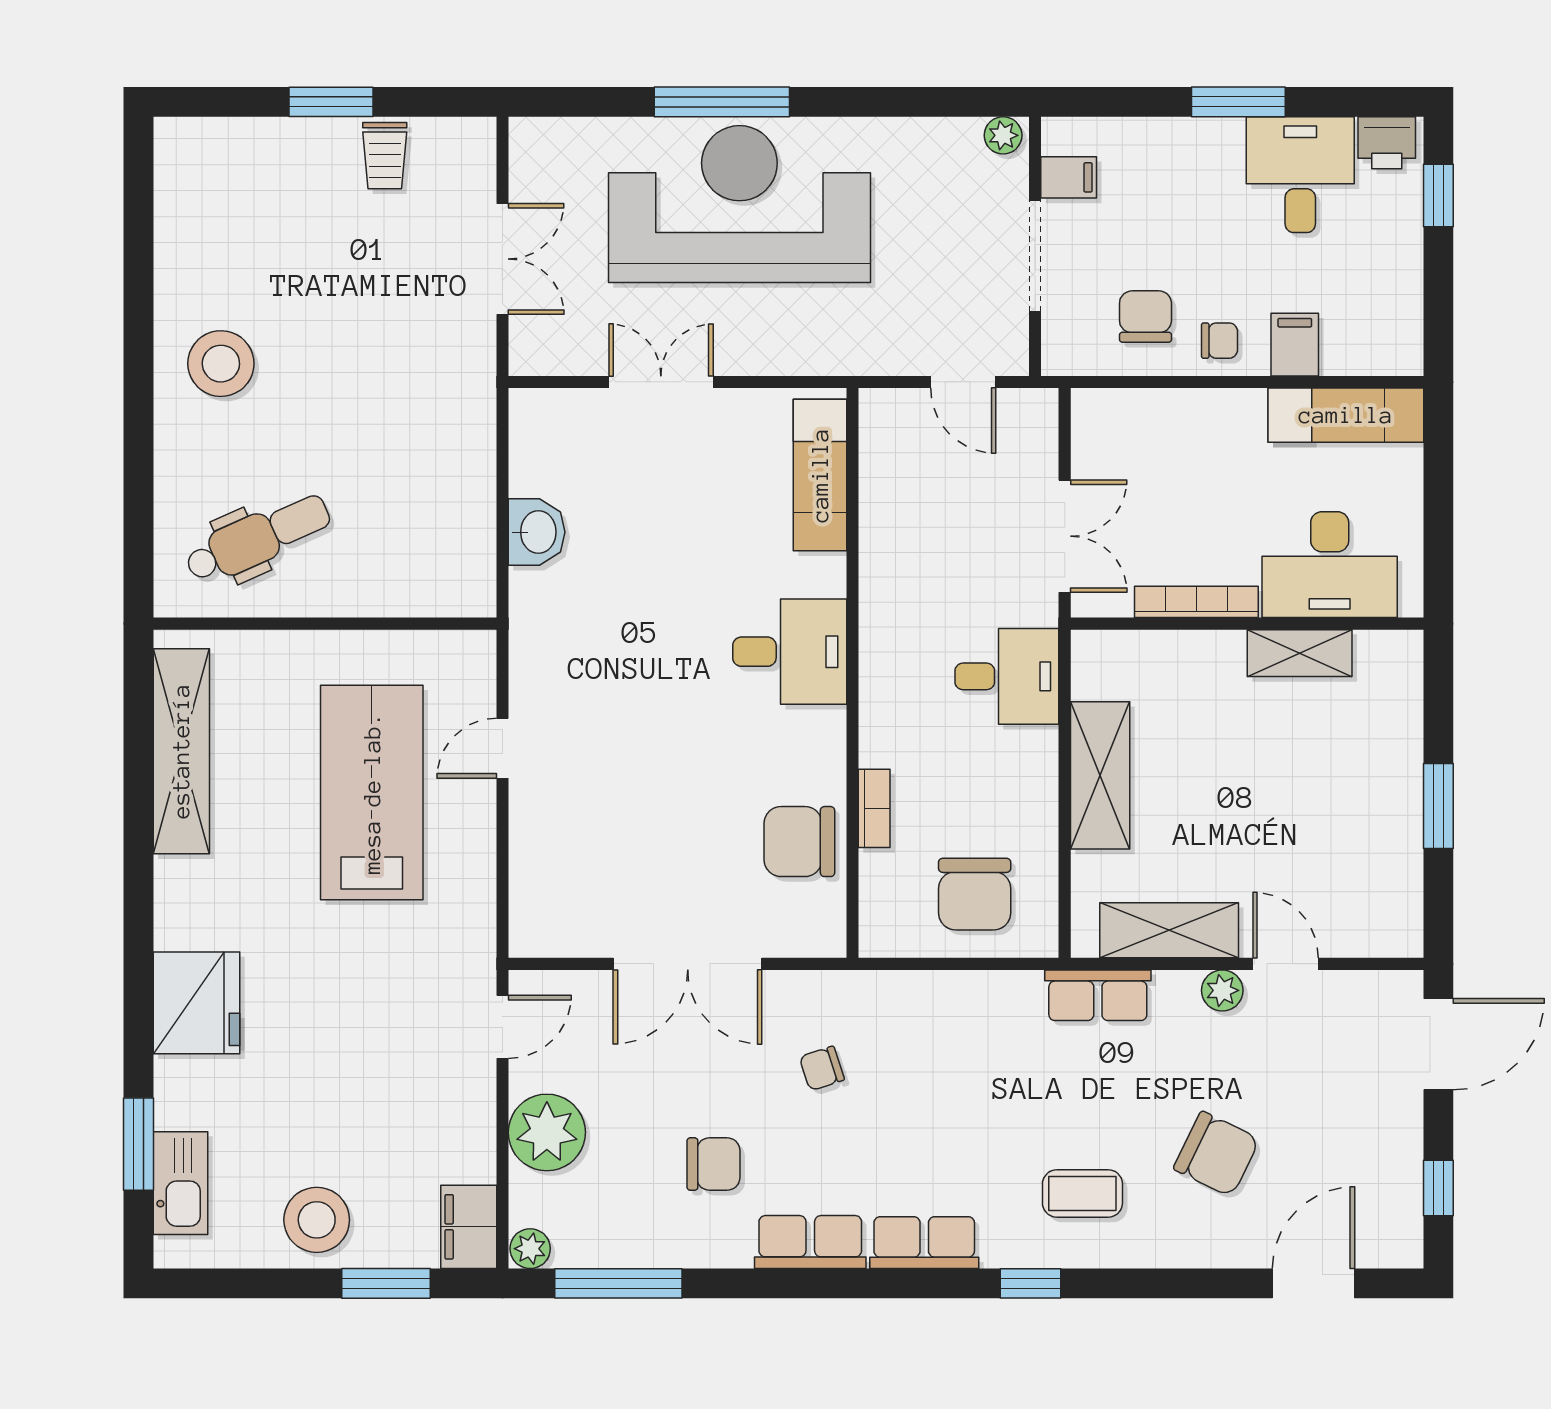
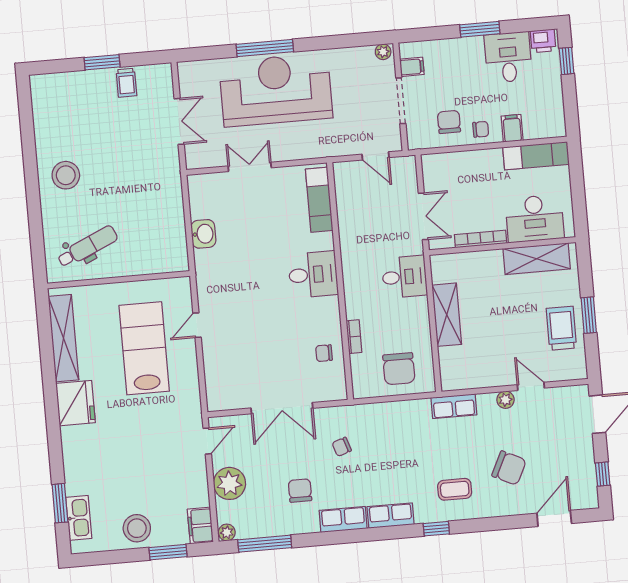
shelving: (1300, 653) -> (537, 259), width x1.50, depth x1.33
trolley: (1370, 832) -> (561, 328), added
chair: (799, 842) -> (324, 353), width x0.54, depth x0.54
shelving: (1169, 930) -> (481, 377), removed
fridge: (196, 1003) -> (75, 403), moved
chair: (713, 1164) -> (300, 491), turned -90

